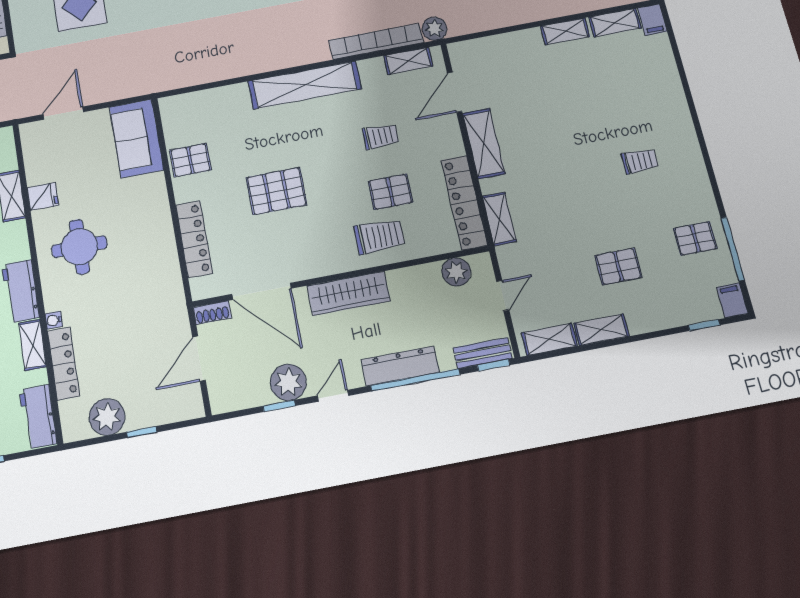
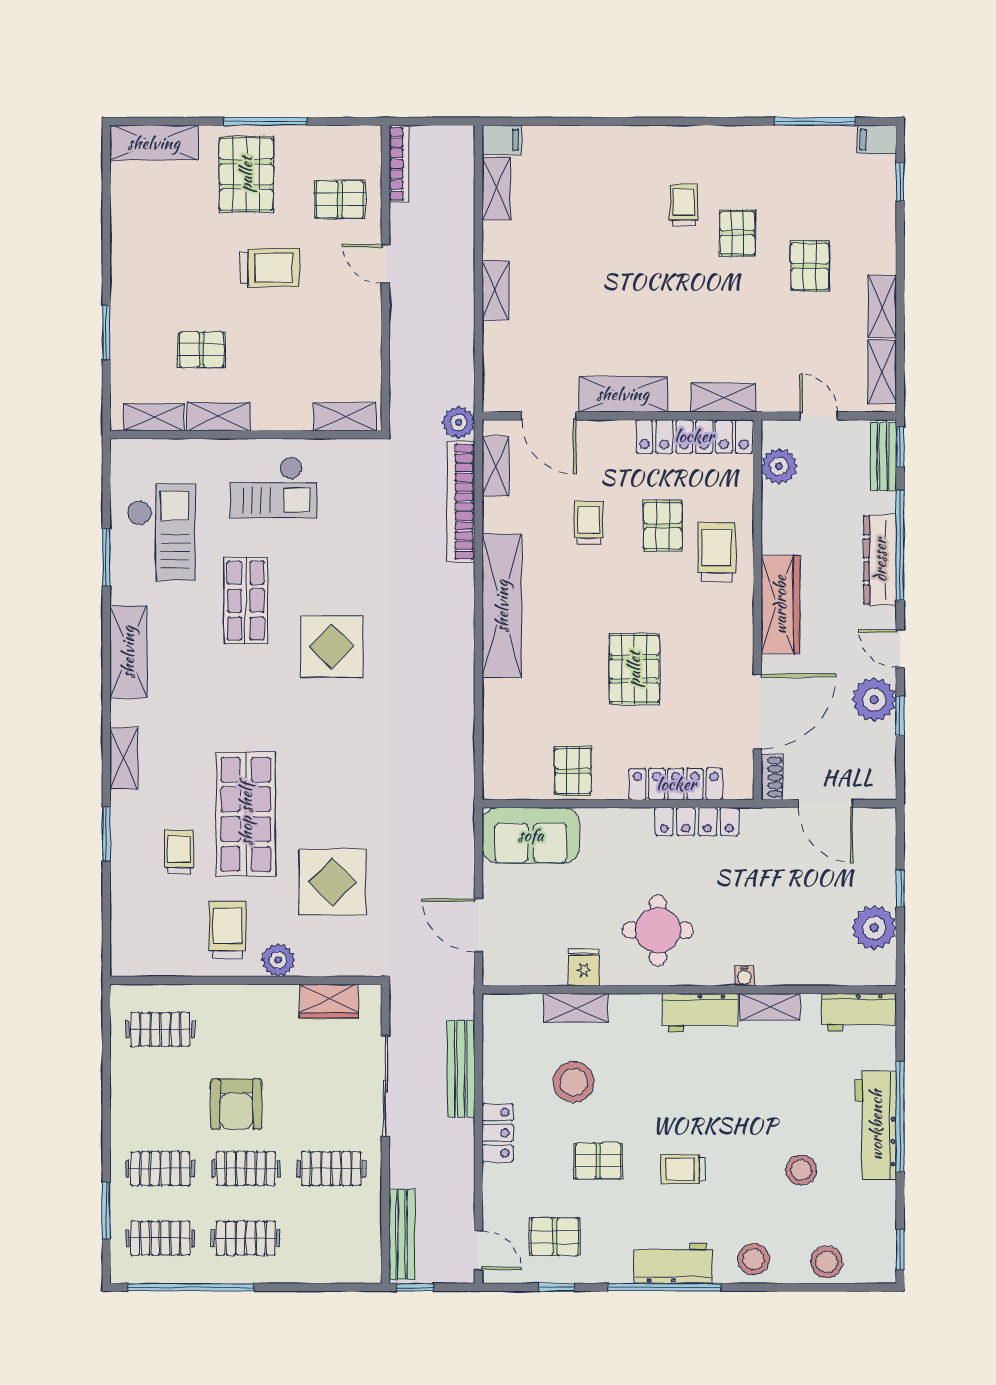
shelving: (565, 31) -> (495, 290), moved
pallet: (695, 238) -> (737, 233), moved
locker: (64, 364) -> (697, 822), moved, turned 180

